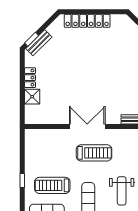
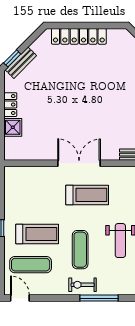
treadmill: (52, 185) -> (37, 234), turned 180

